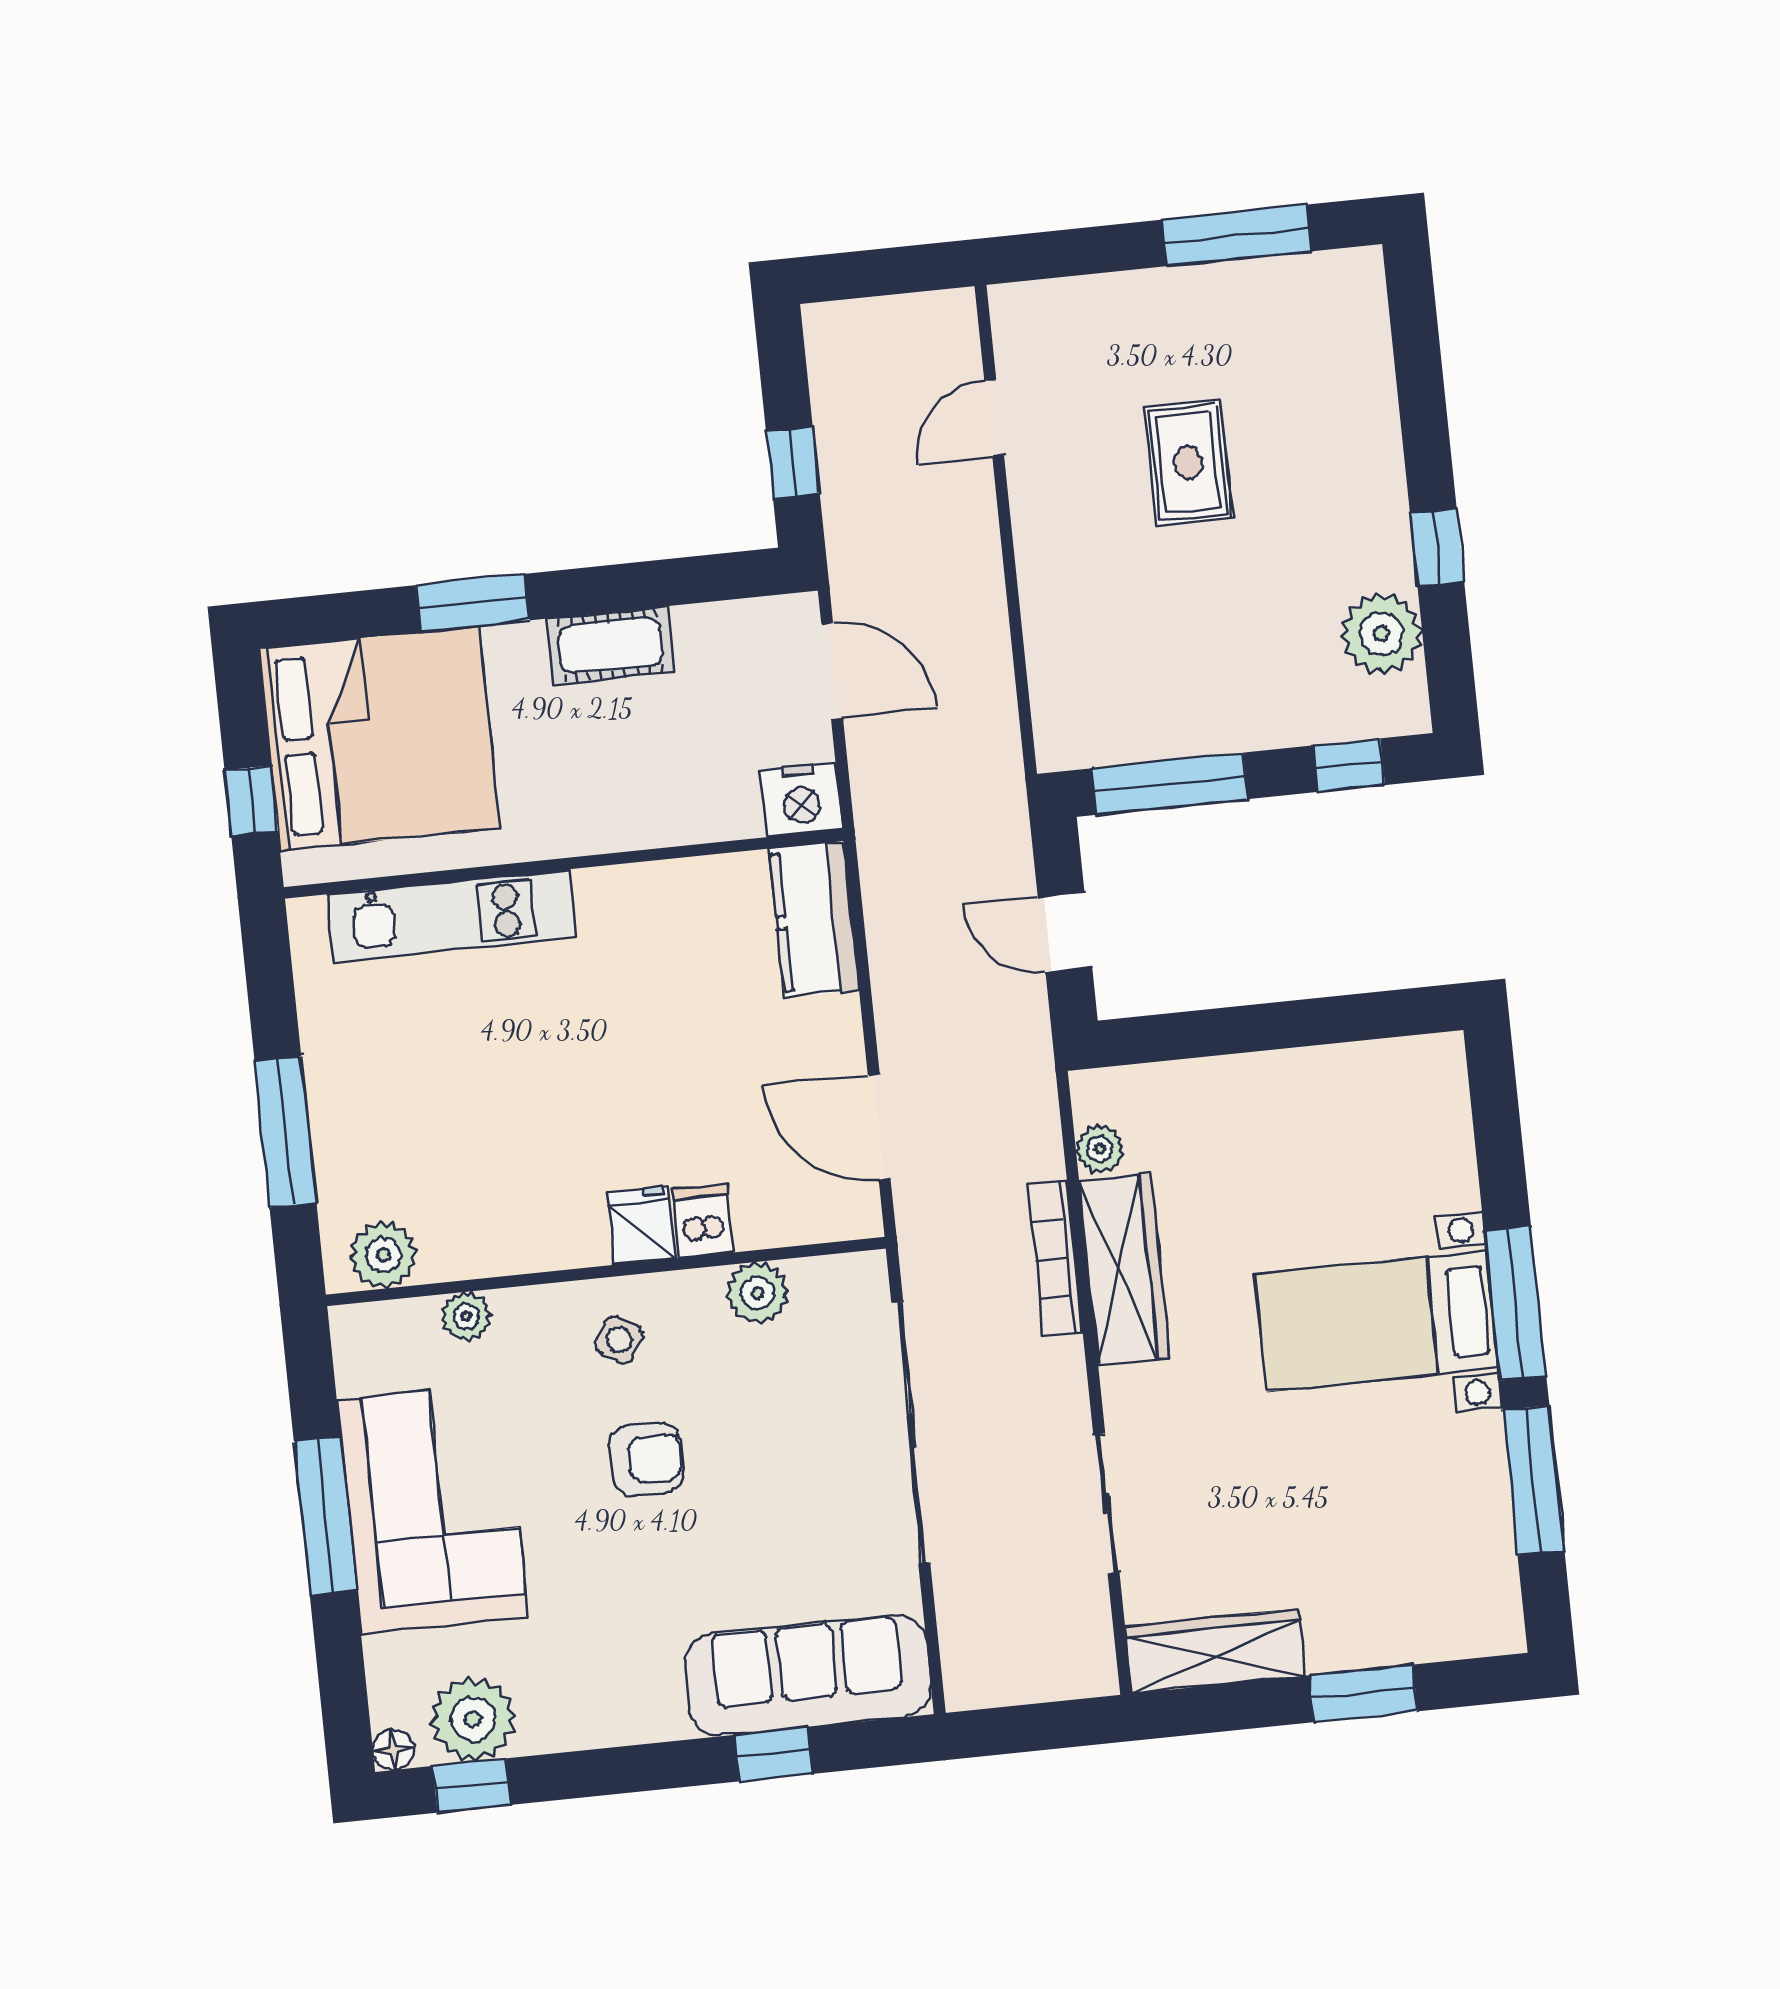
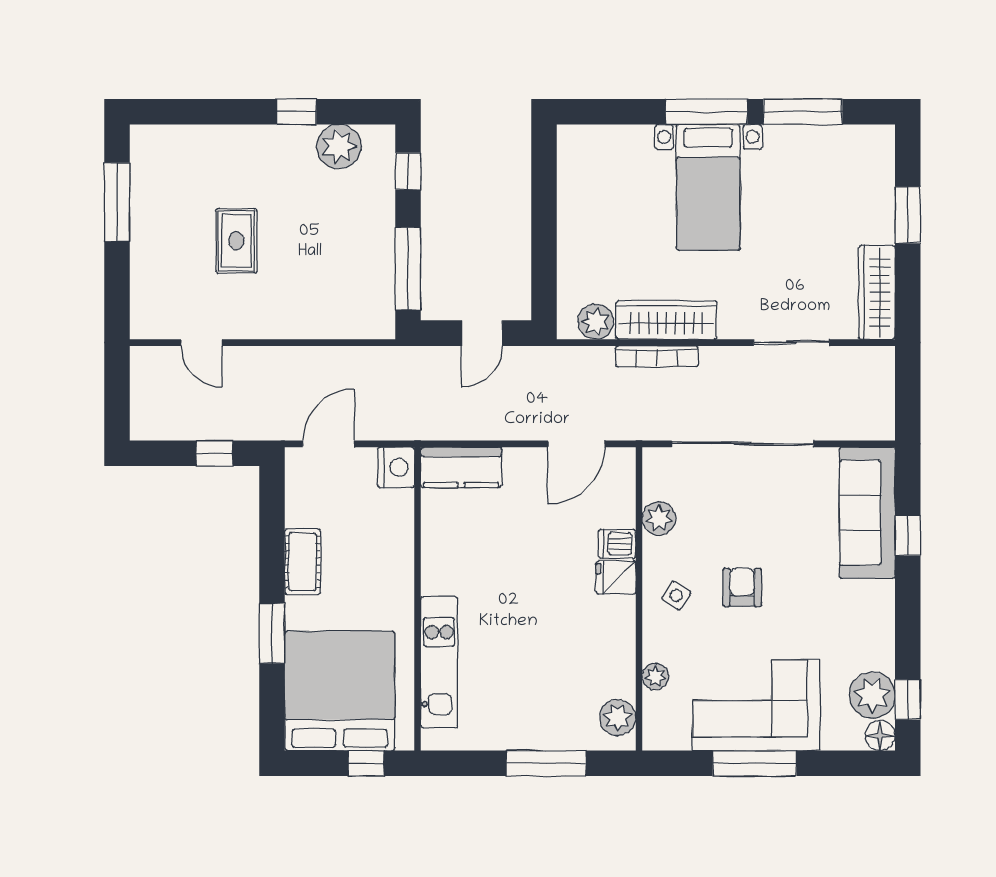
rug: (1188, 463) -> (236, 241), turned 90
plant: (1100, 1149) -> (596, 322), width x1.38, depth x1.38
floor lamp: (393, 1750) -> (880, 736), width x1.37, depth x1.37

